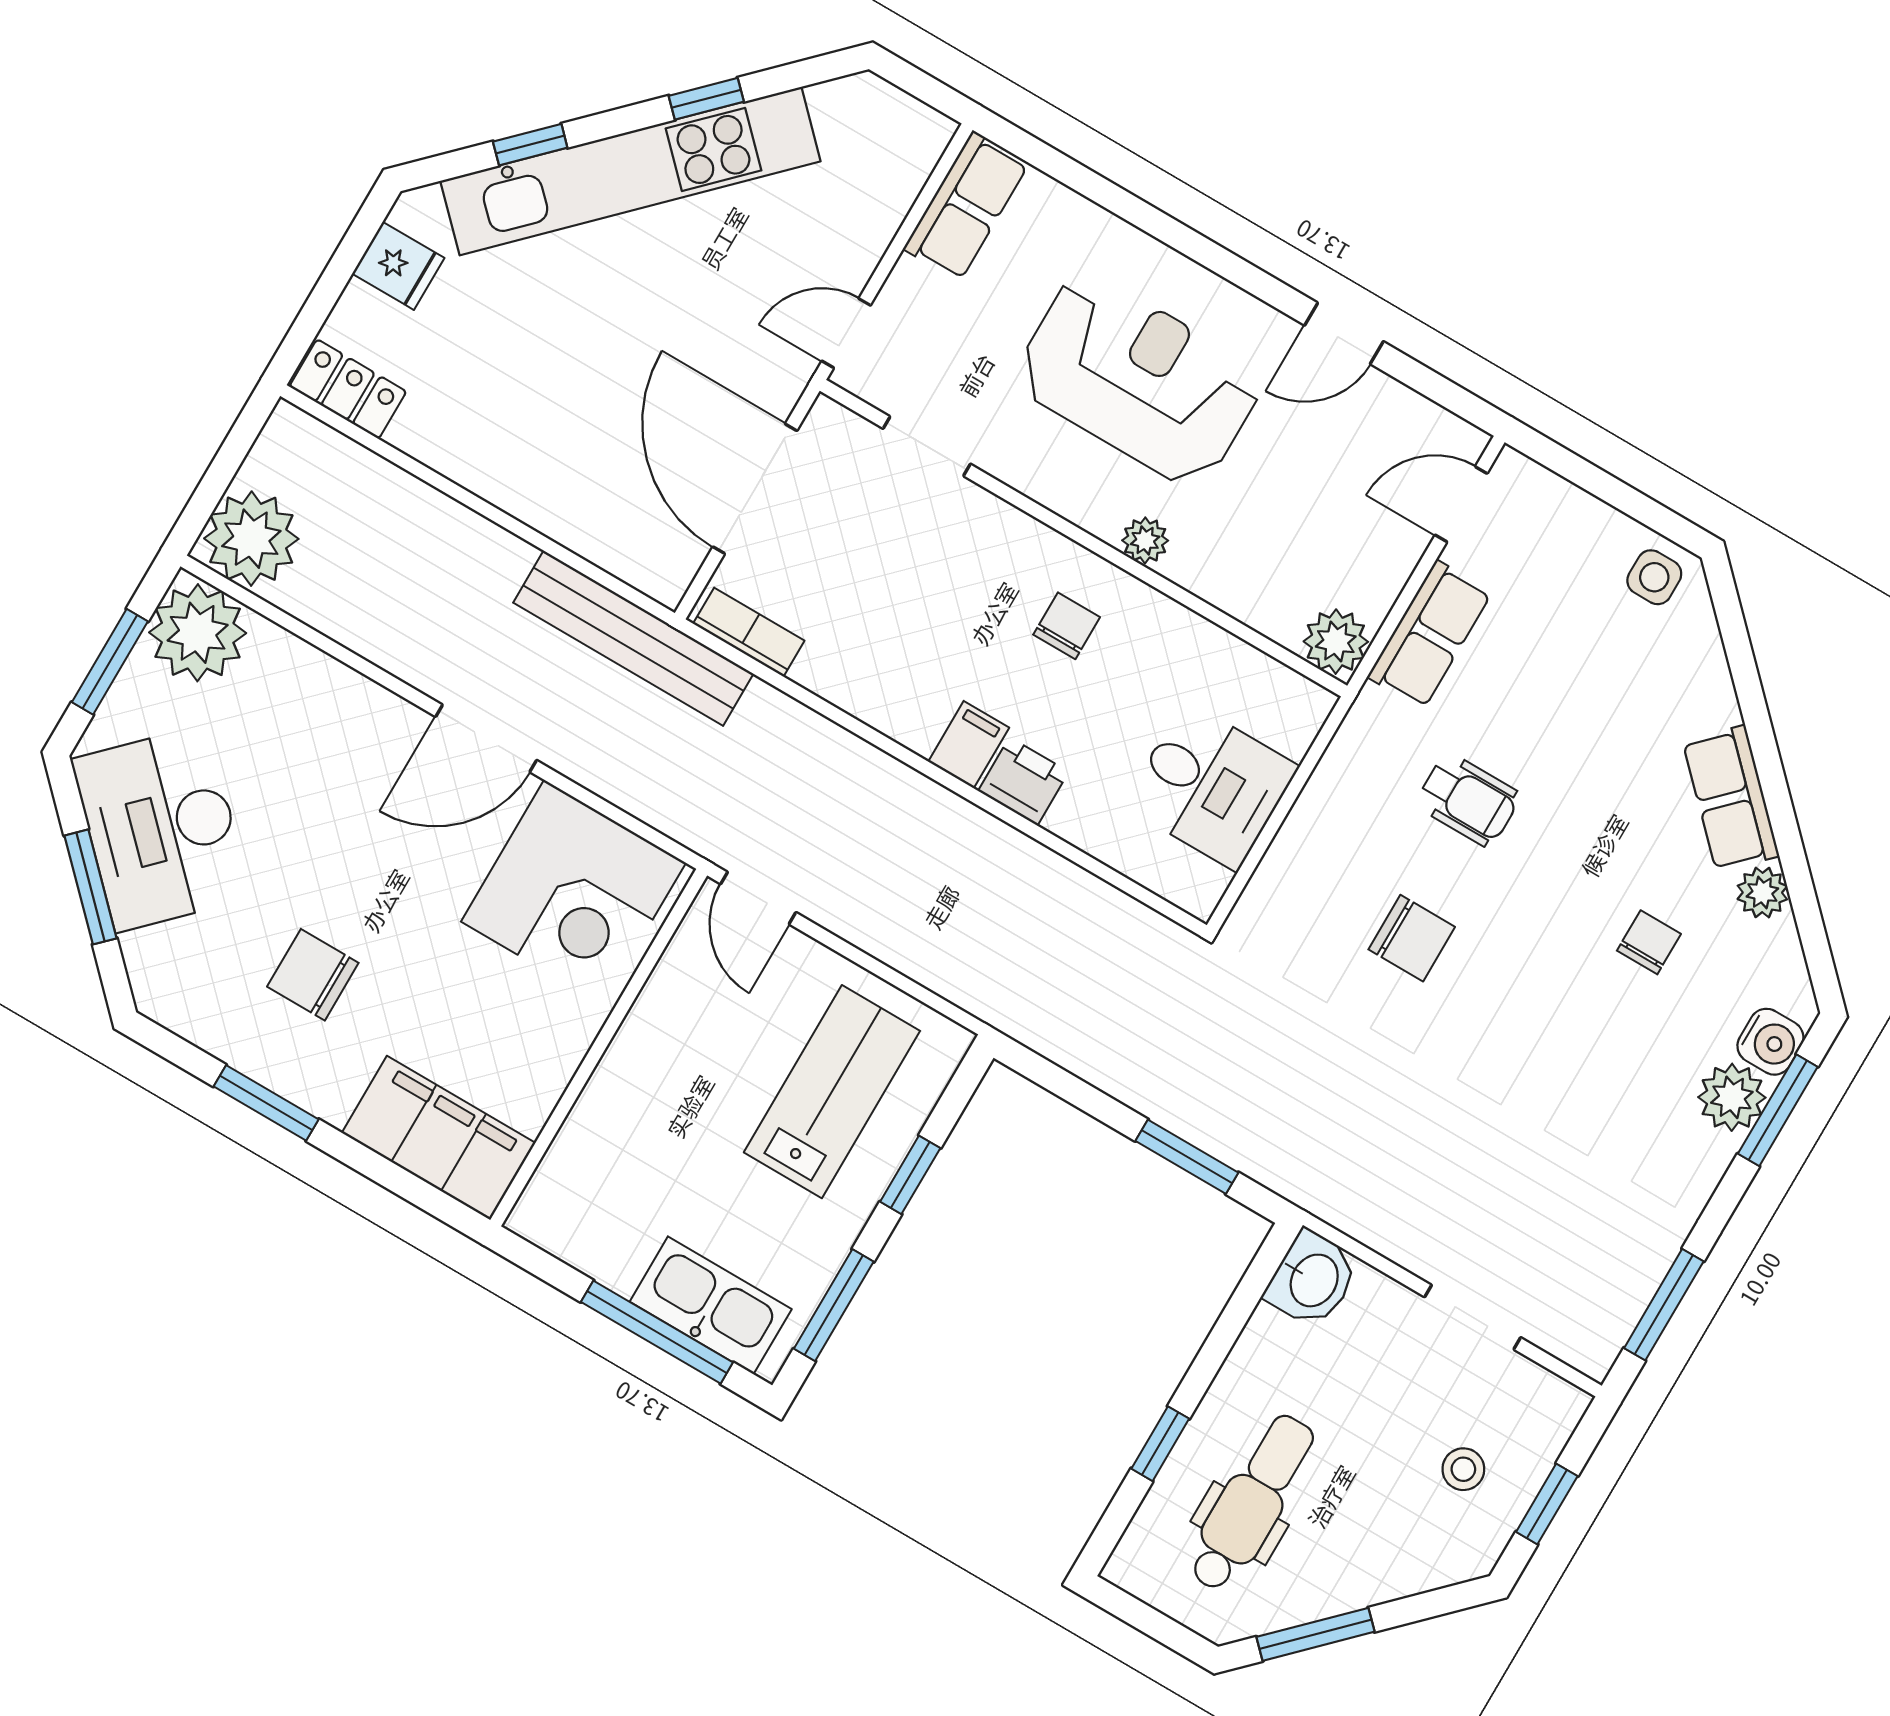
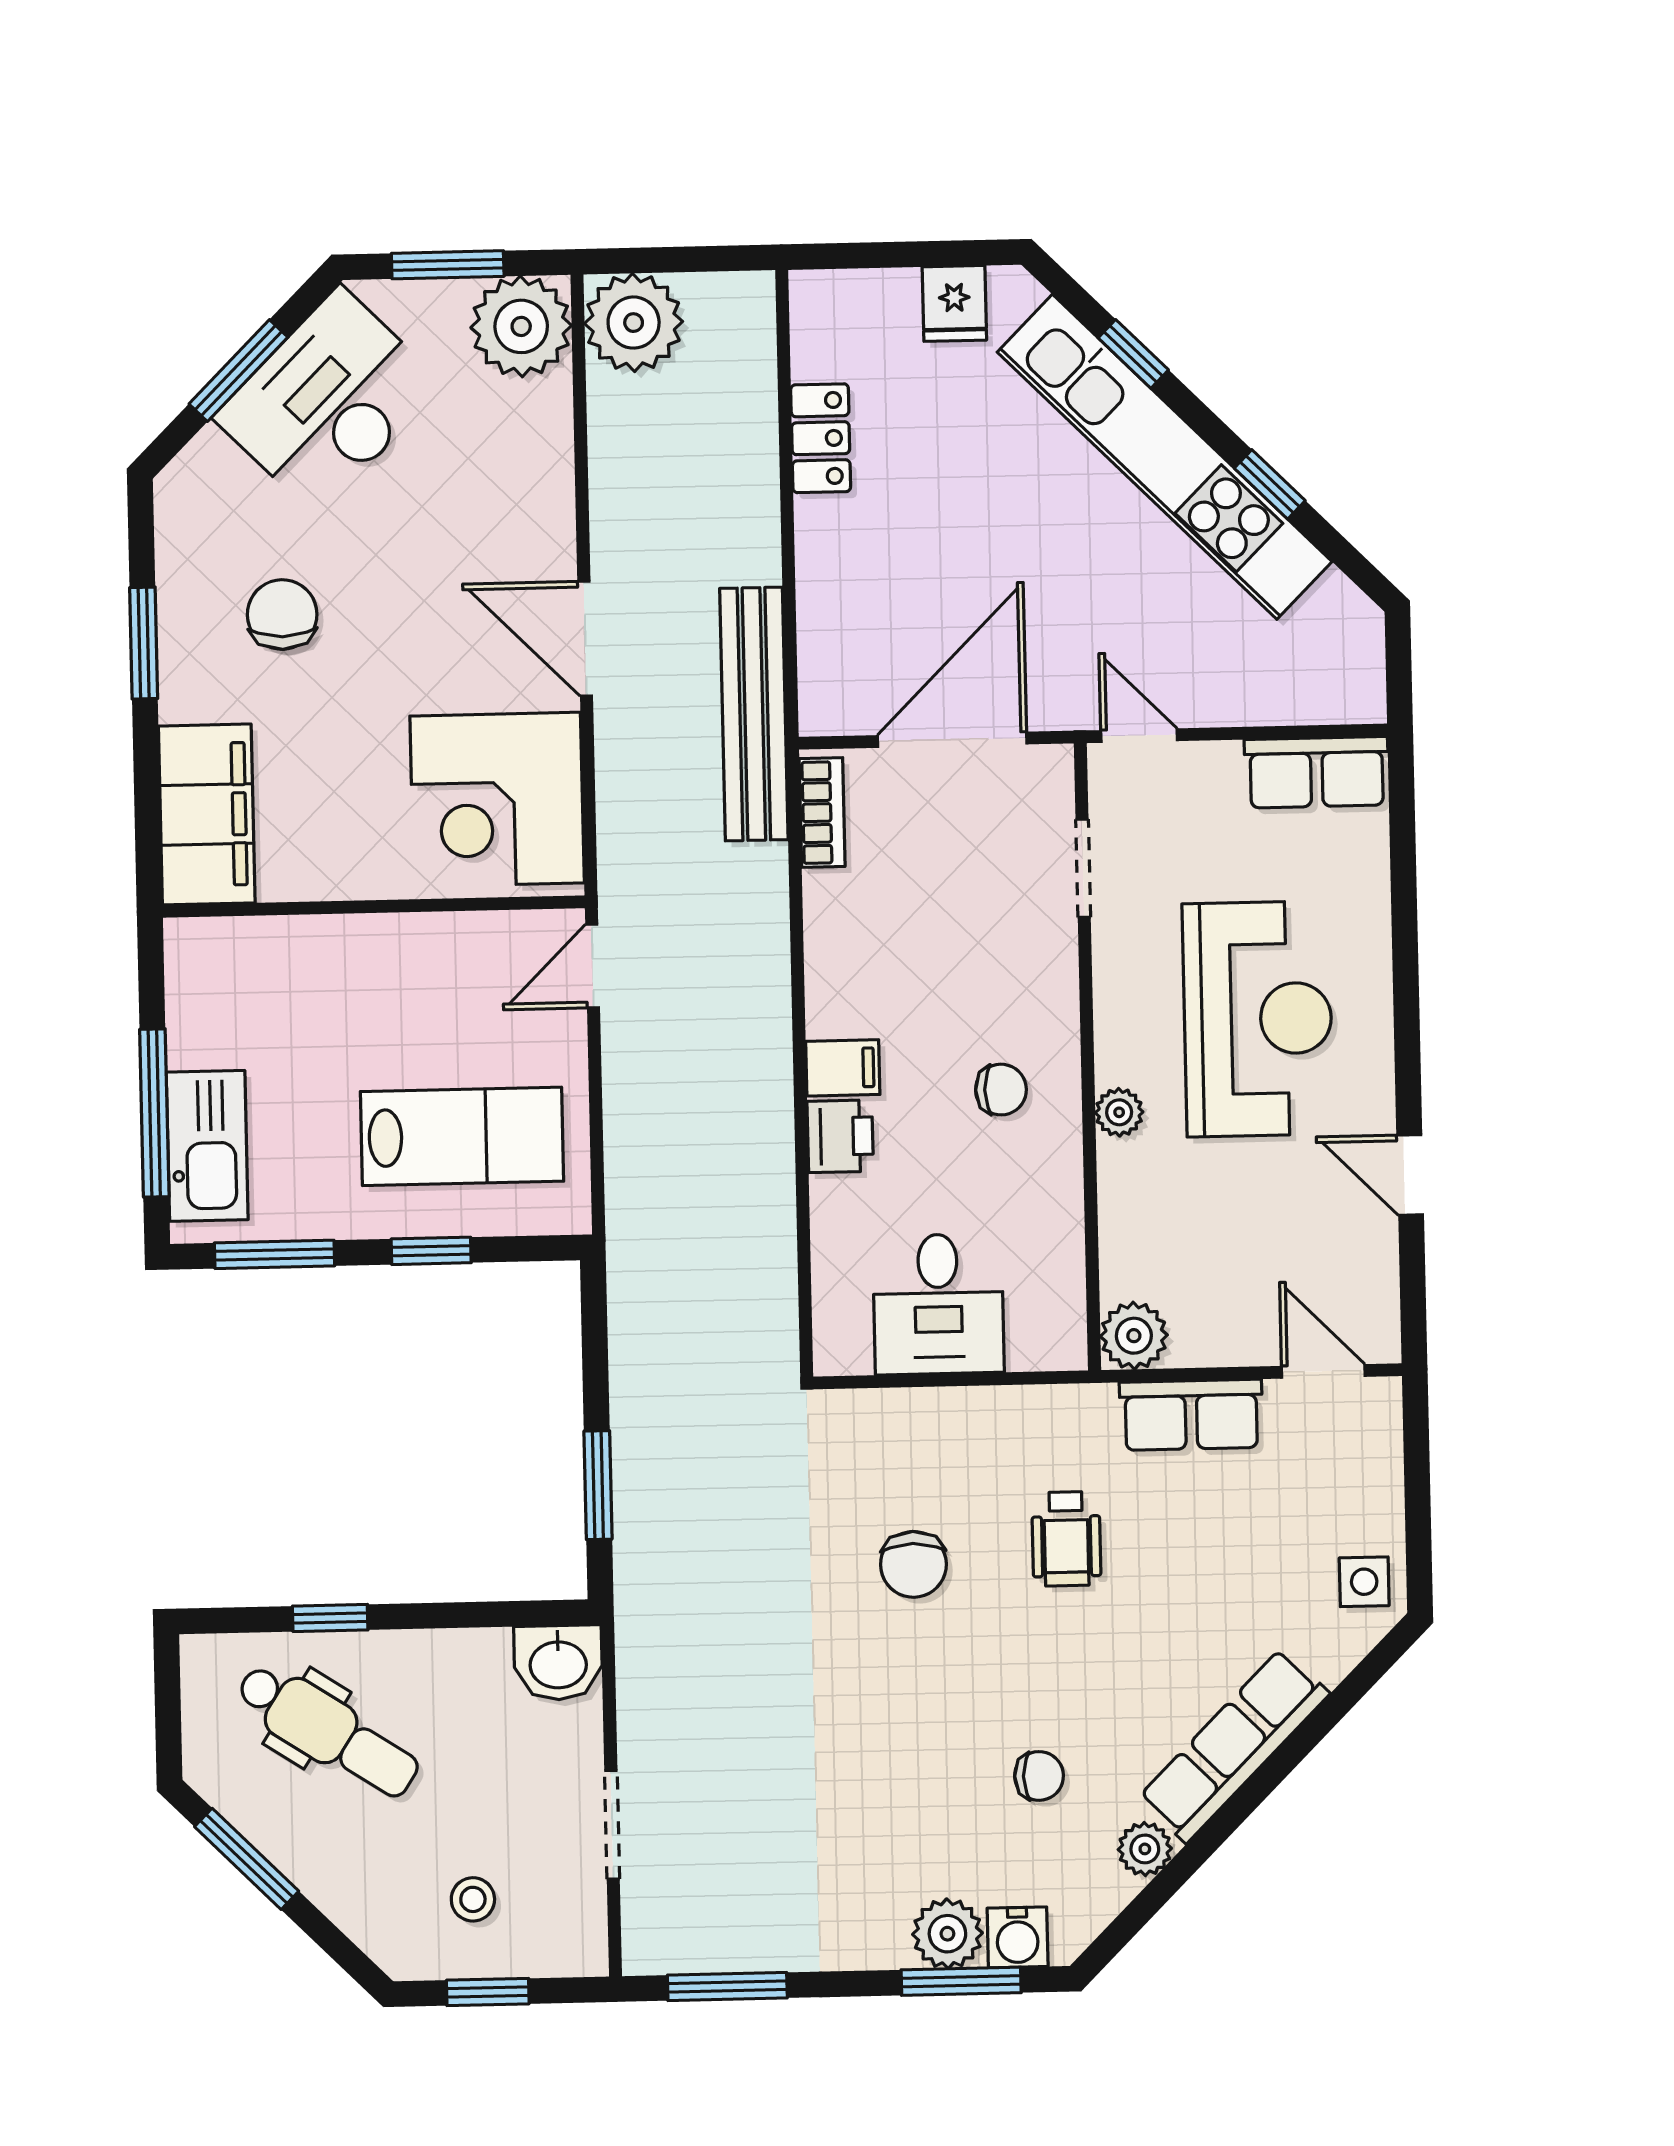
locker: (348, 389) -> (821, 438), moved
row of seats: (1731, 799) -> (1234, 1745), width x1.48
dental chair: (1251, 1503) -> (328, 1731), turned 33

